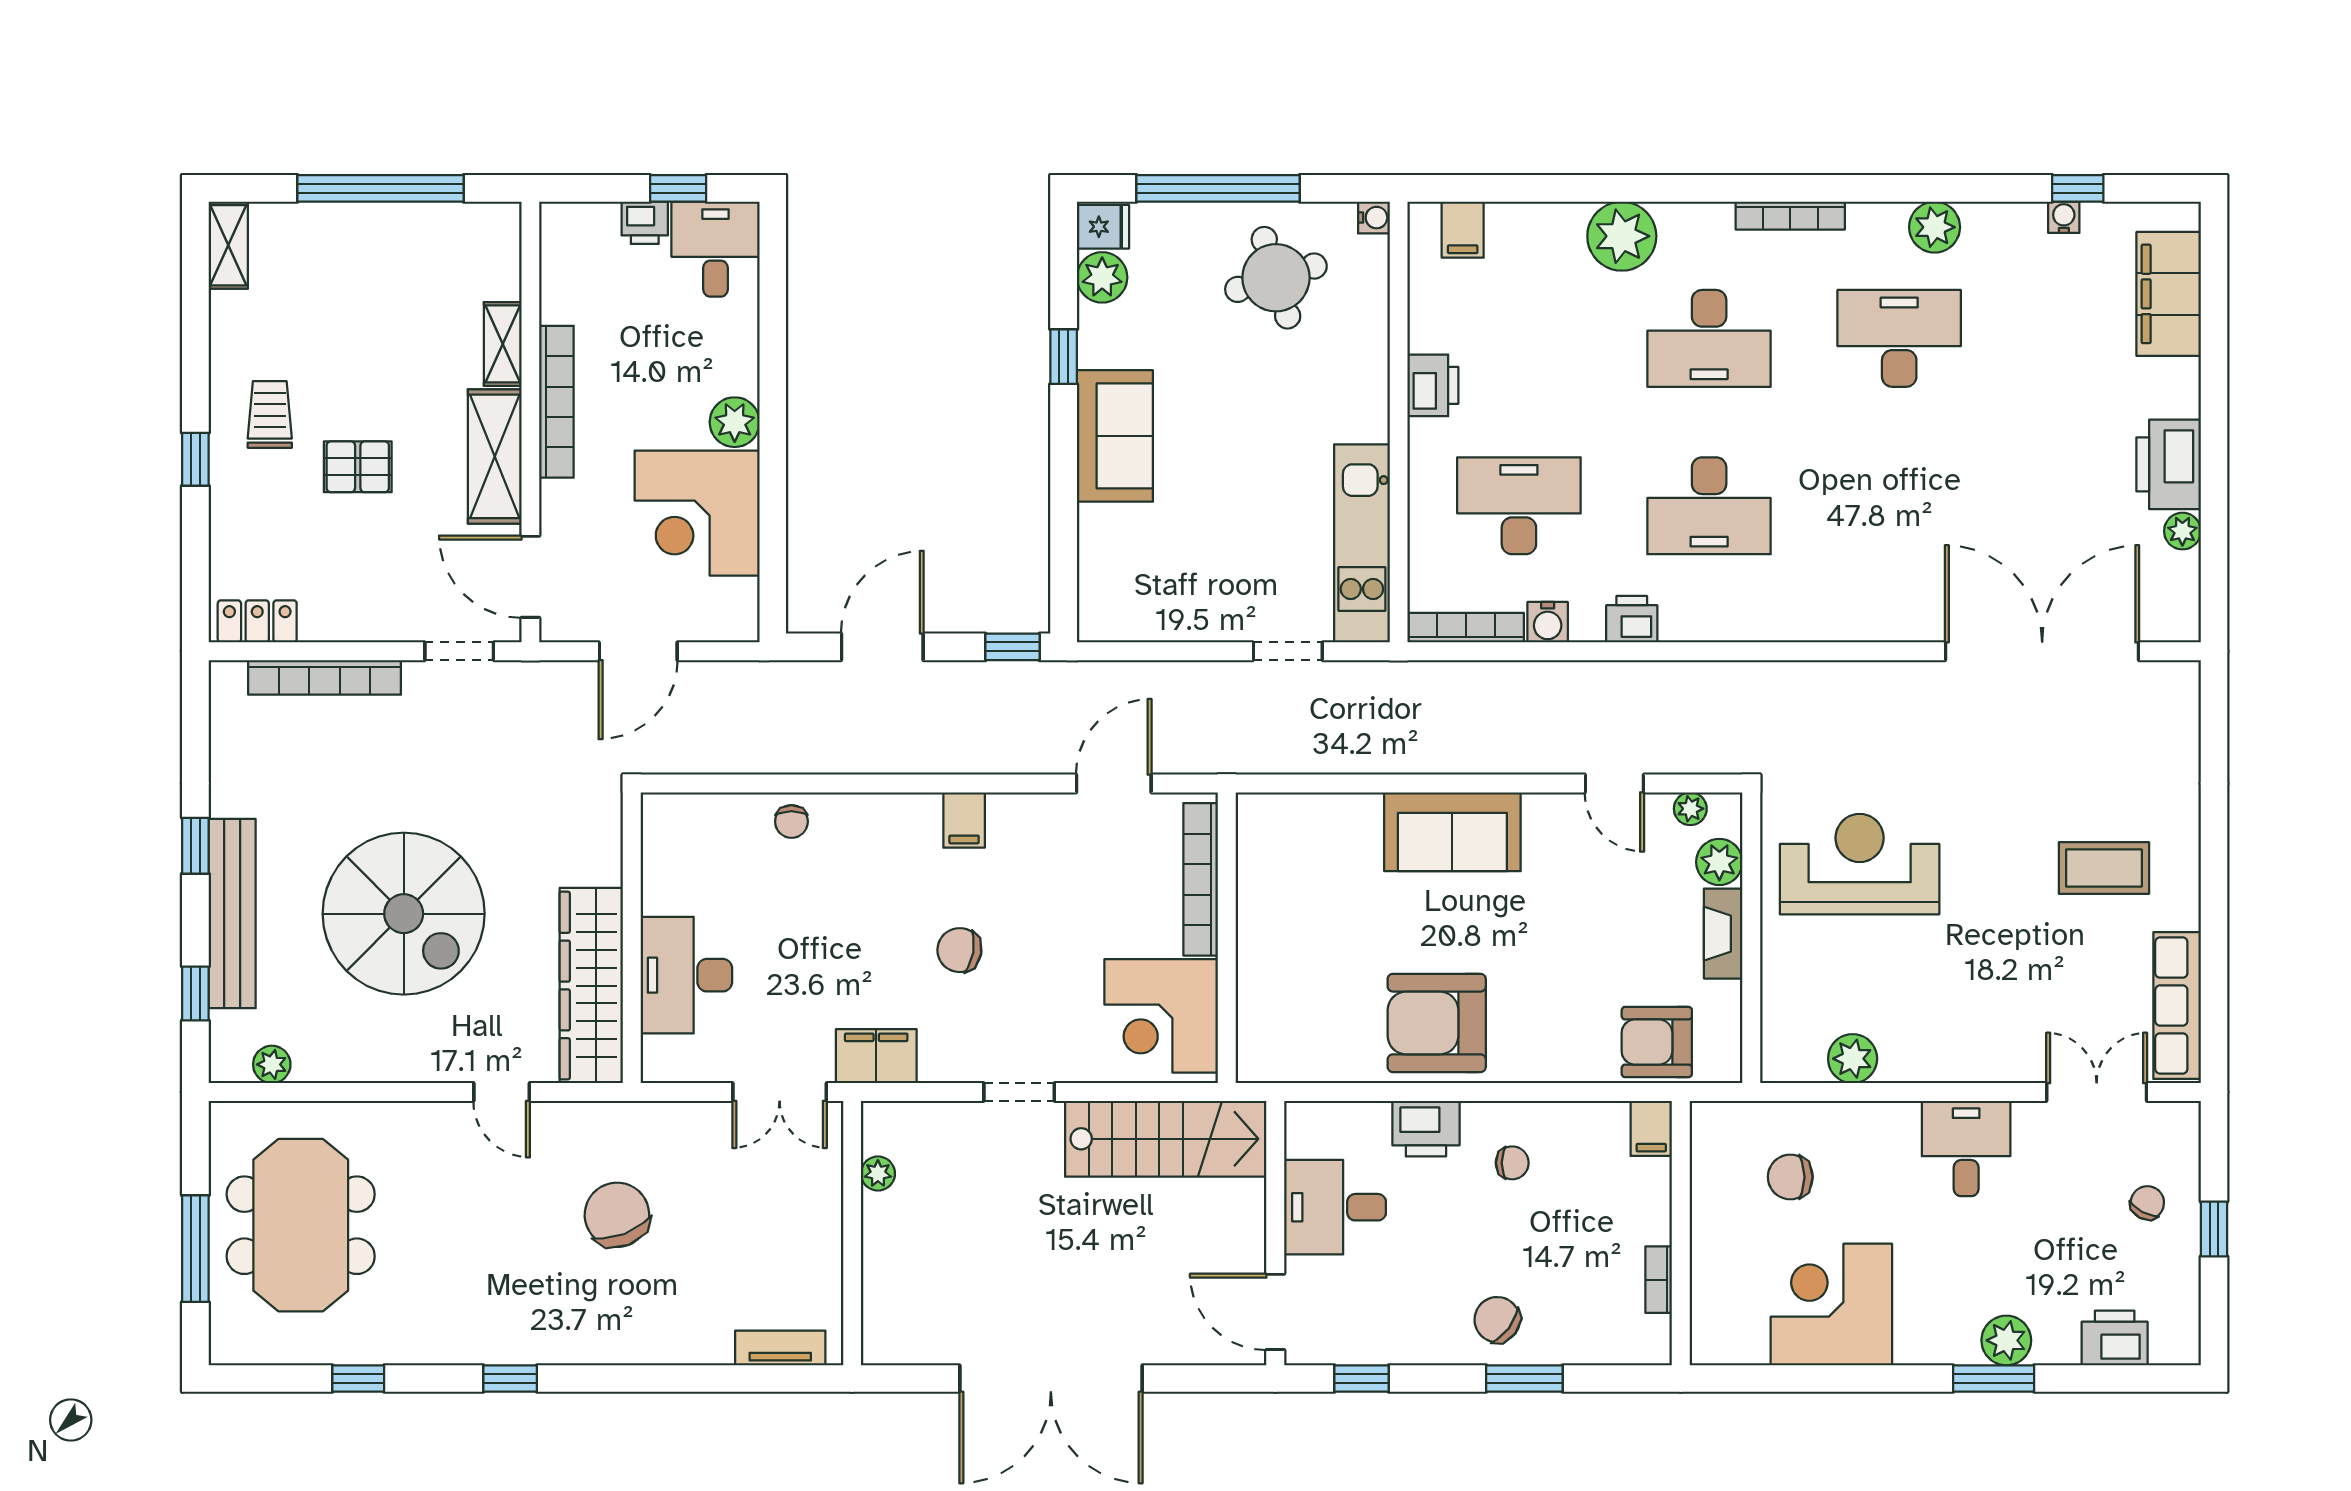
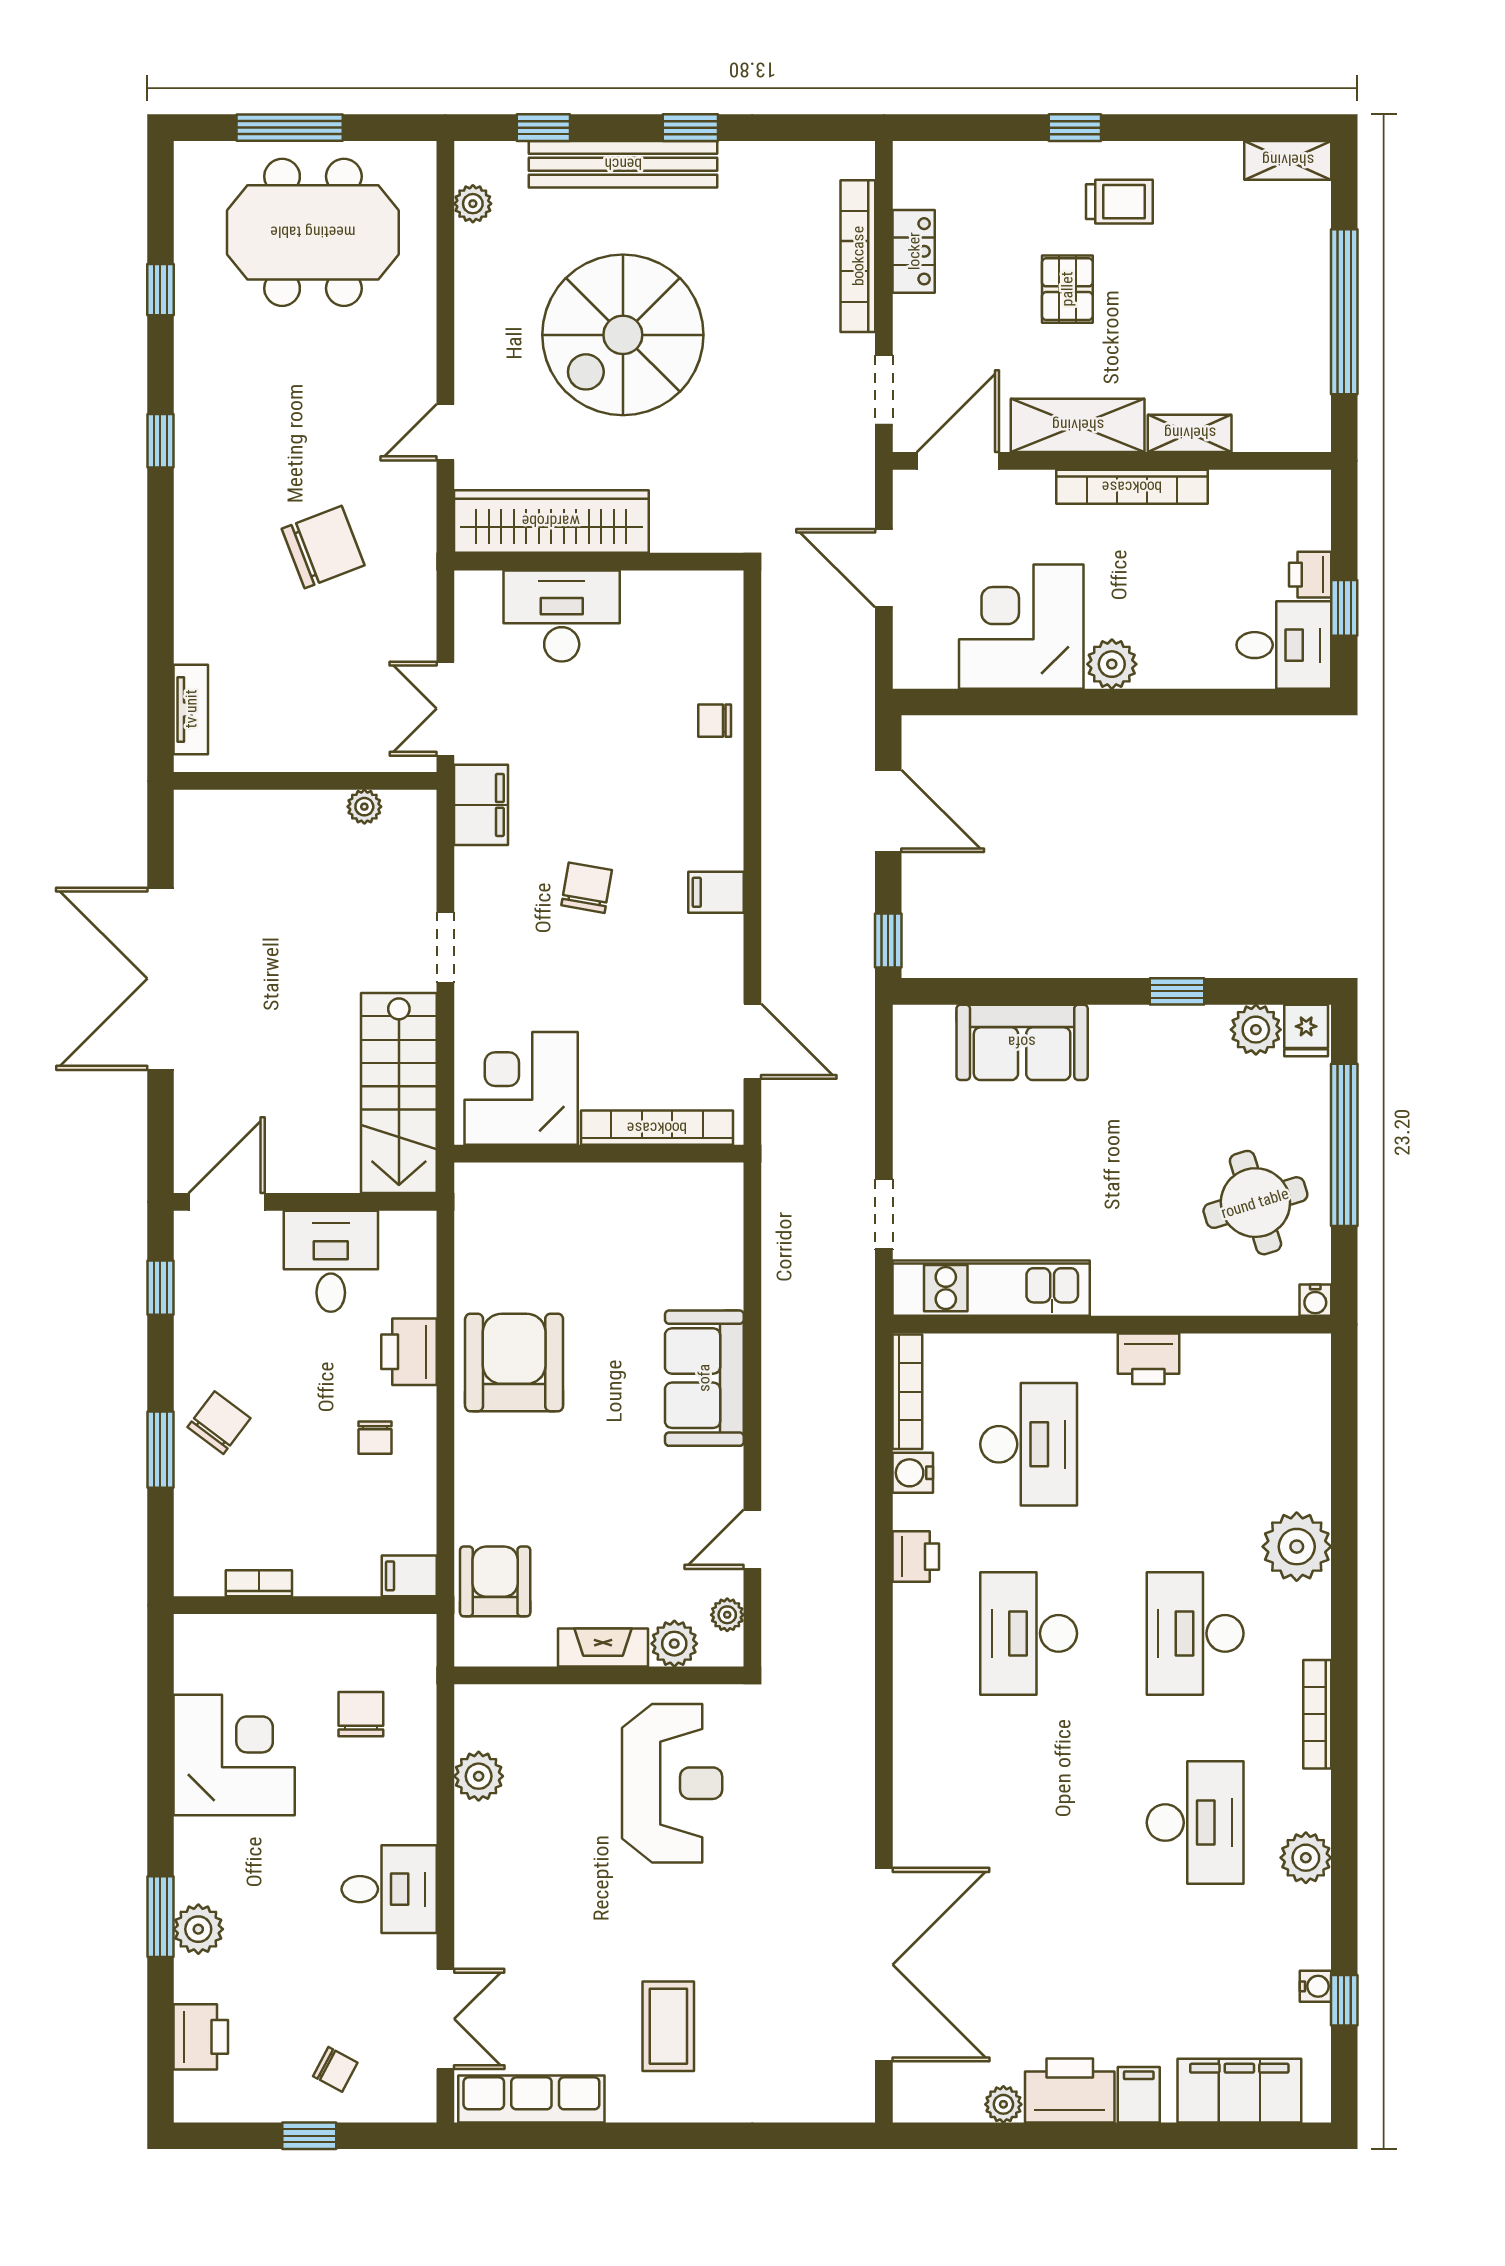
filing cabinet: (1463, 230) -> (1139, 2095), moved, turned 90
sofa: (1115, 436) -> (1022, 1042), moved
locker: (257, 621) -> (914, 251), moved

